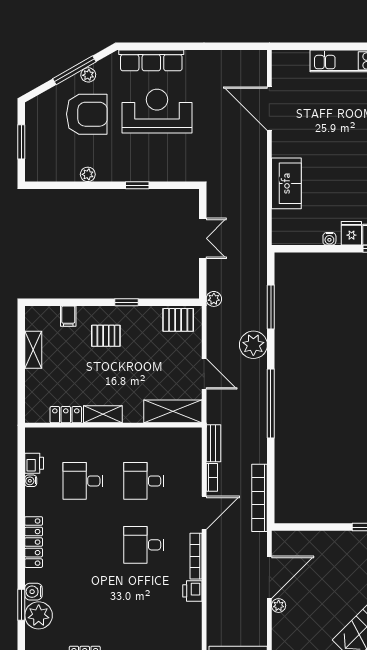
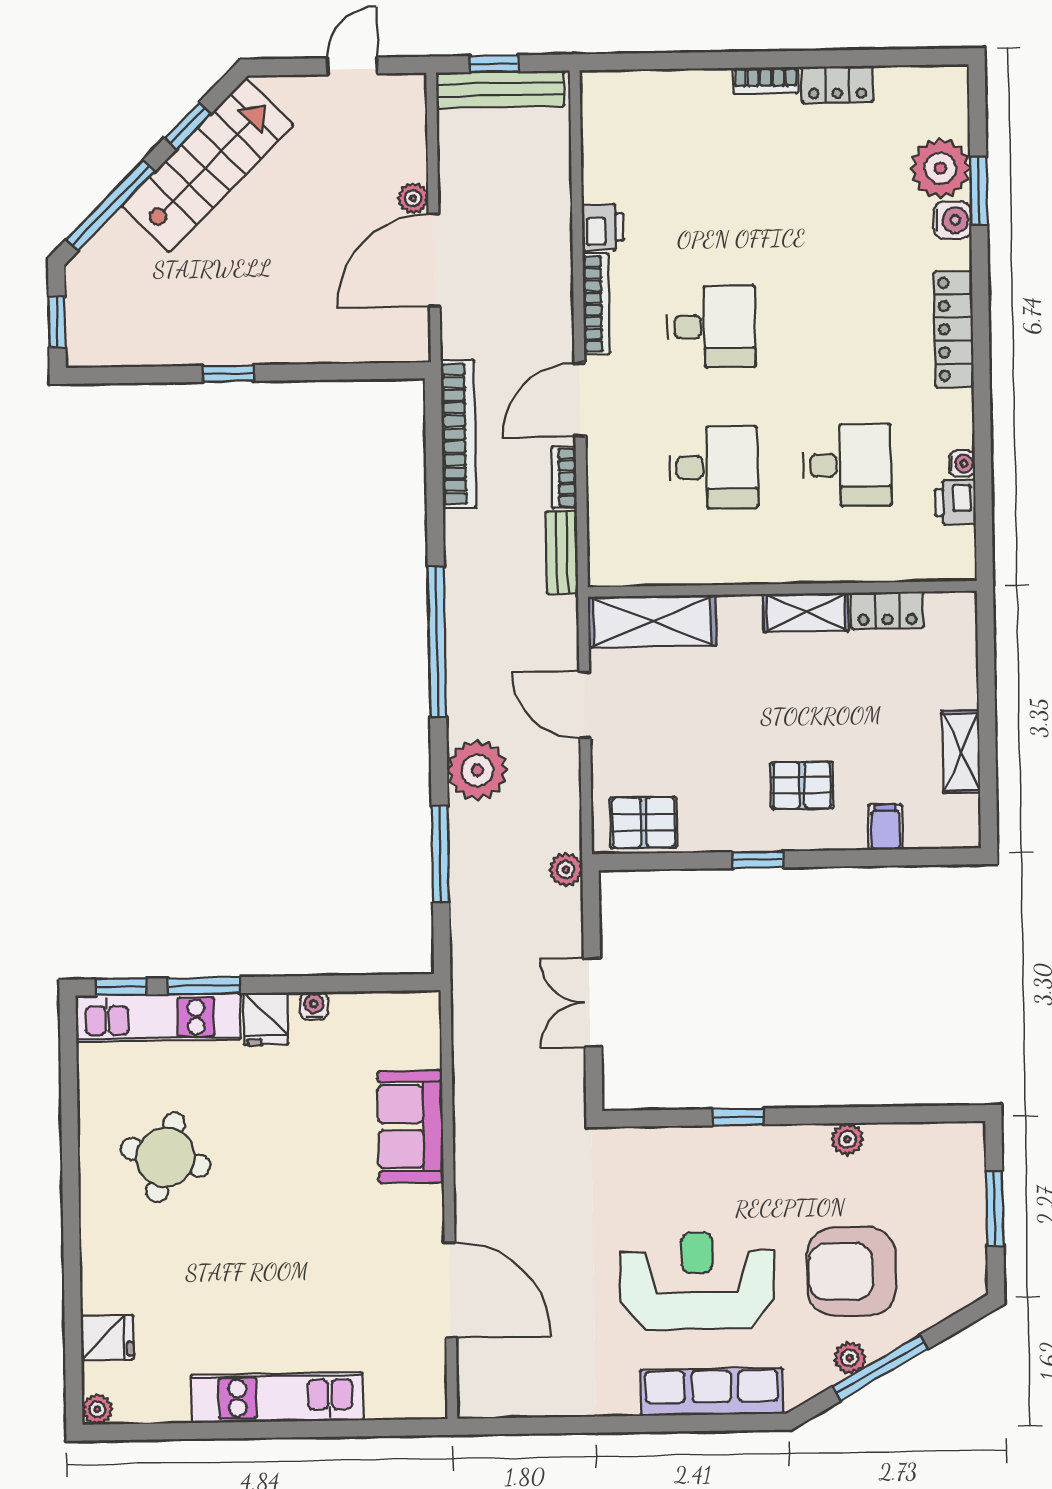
reception desk: (157, 111) -> (697, 1281), turned 180

